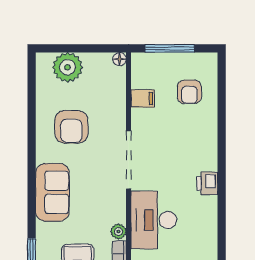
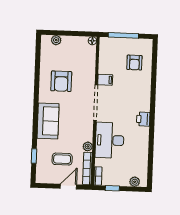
plant: (68, 67) -> (56, 40), width x0.53, depth x0.53
filing cabinet: (143, 98) -> (105, 80), moved

